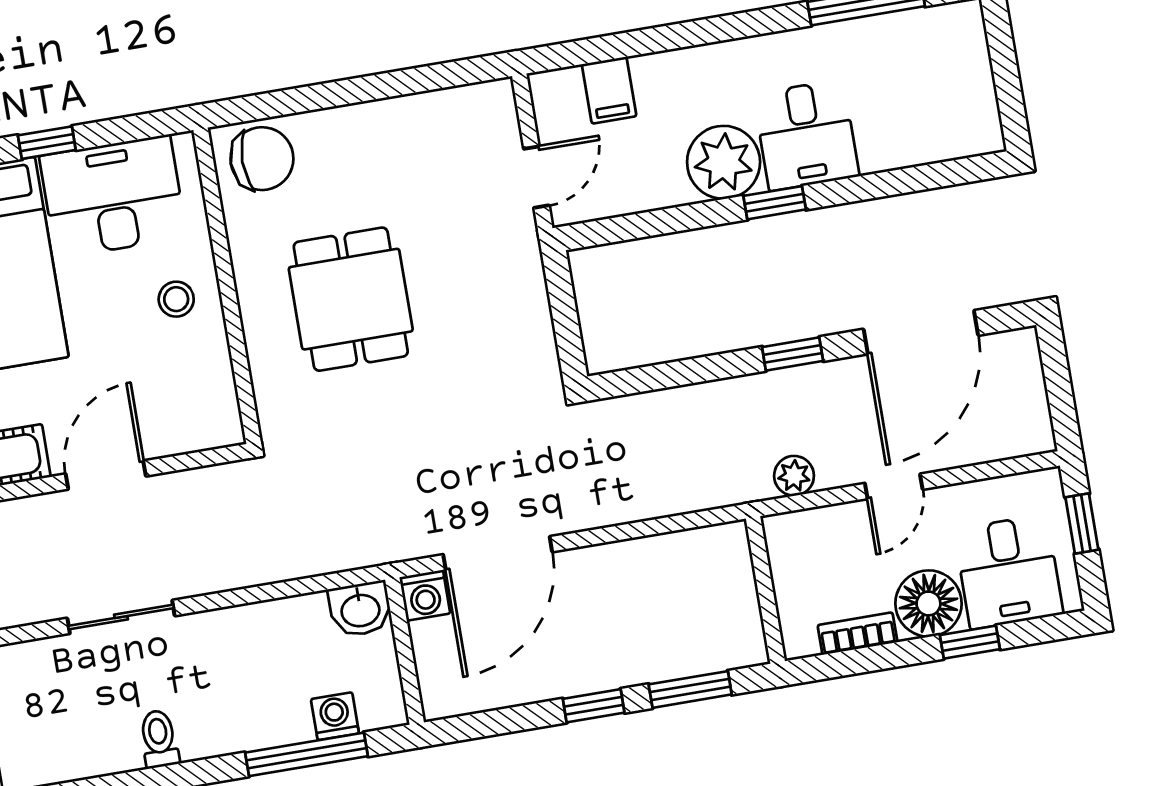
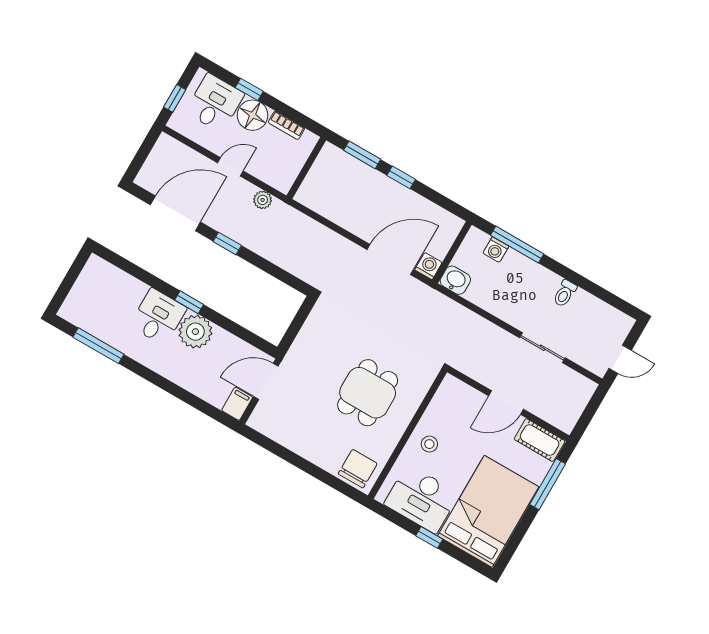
filing cabinet: (609, 90) -> (237, 404), moved
chair: (262, 159) -> (358, 469), turned 90
door: (536, 177) -> (266, 381), width x1.37

